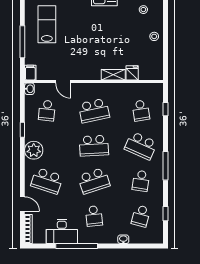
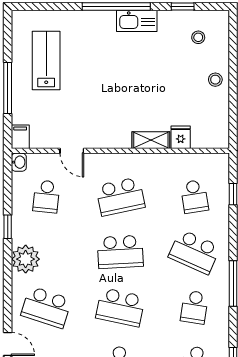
school desk: (94, 181) -> (120, 307), turned 30

